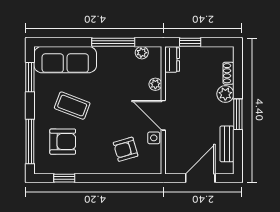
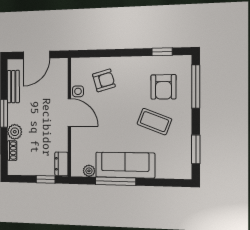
sofa: (65, 60) -> (125, 165), moved
plant: (155, 84) -> (77, 141), removed
armchair: (63, 142) -> (163, 87), turned -90

